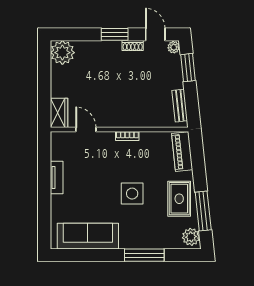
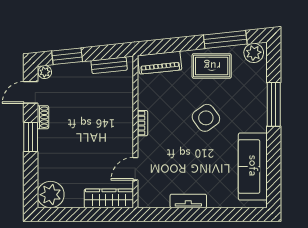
wardrobe: (59, 113) -> (109, 198), width x1.50
side table: (132, 194) -> (206, 118), turned -36

